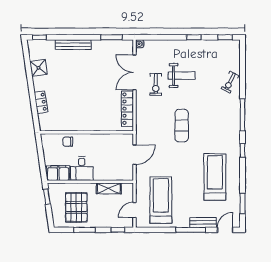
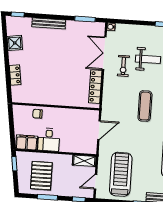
shelving: (109, 188) -> (84, 161), moved

